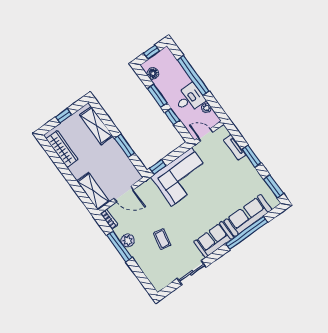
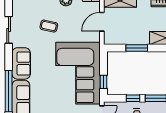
window: (158, 167) -> (104, 82), moved
corner sofa: (182, 177) -> (78, 73), width x1.36, depth x1.36

